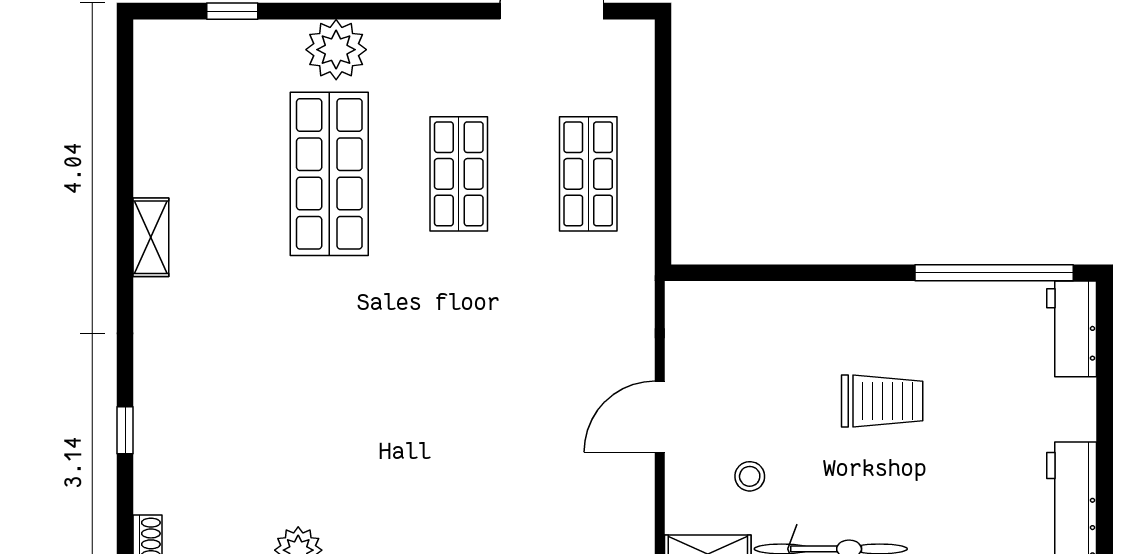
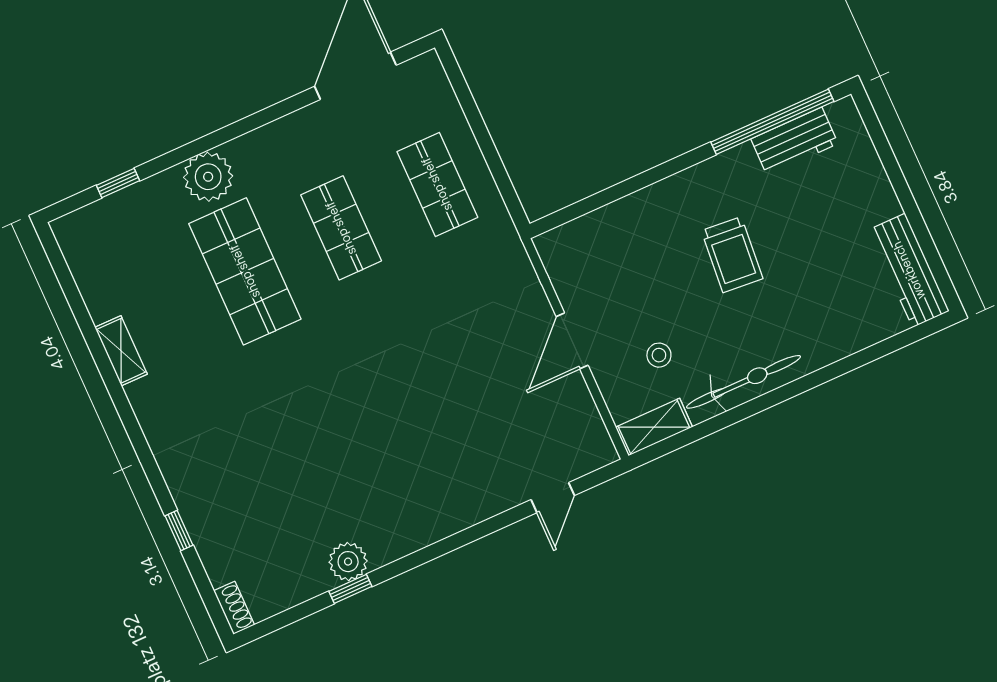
shelving: (151, 237) -> (121, 351), moved
workbench: (1072, 329) -> (794, 141), moved, turned -90
trolley: (882, 401) -> (732, 255), turned 95

